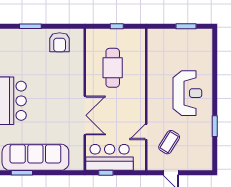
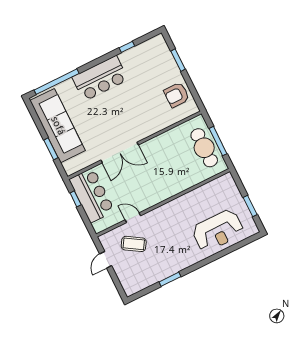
window: (117, 26) -> (218, 141), width x2.17
cafe table: (113, 68) -> (204, 148), moved, turned 90
reception desk: (187, 93) -> (218, 231), moved
window: (22, 173) -> (51, 149), moved

